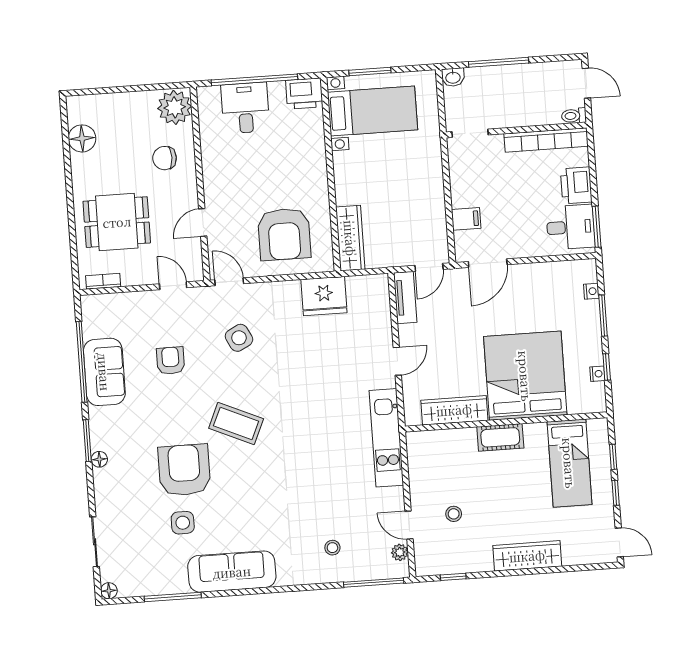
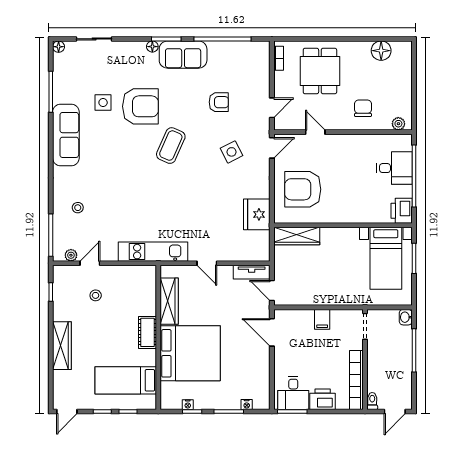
plant: (175, 107) -> (398, 124), width x0.53, depth x0.53
filing cabinet: (466, 219) -> (322, 319), moved
sofa: (104, 372) -> (183, 55), moved

